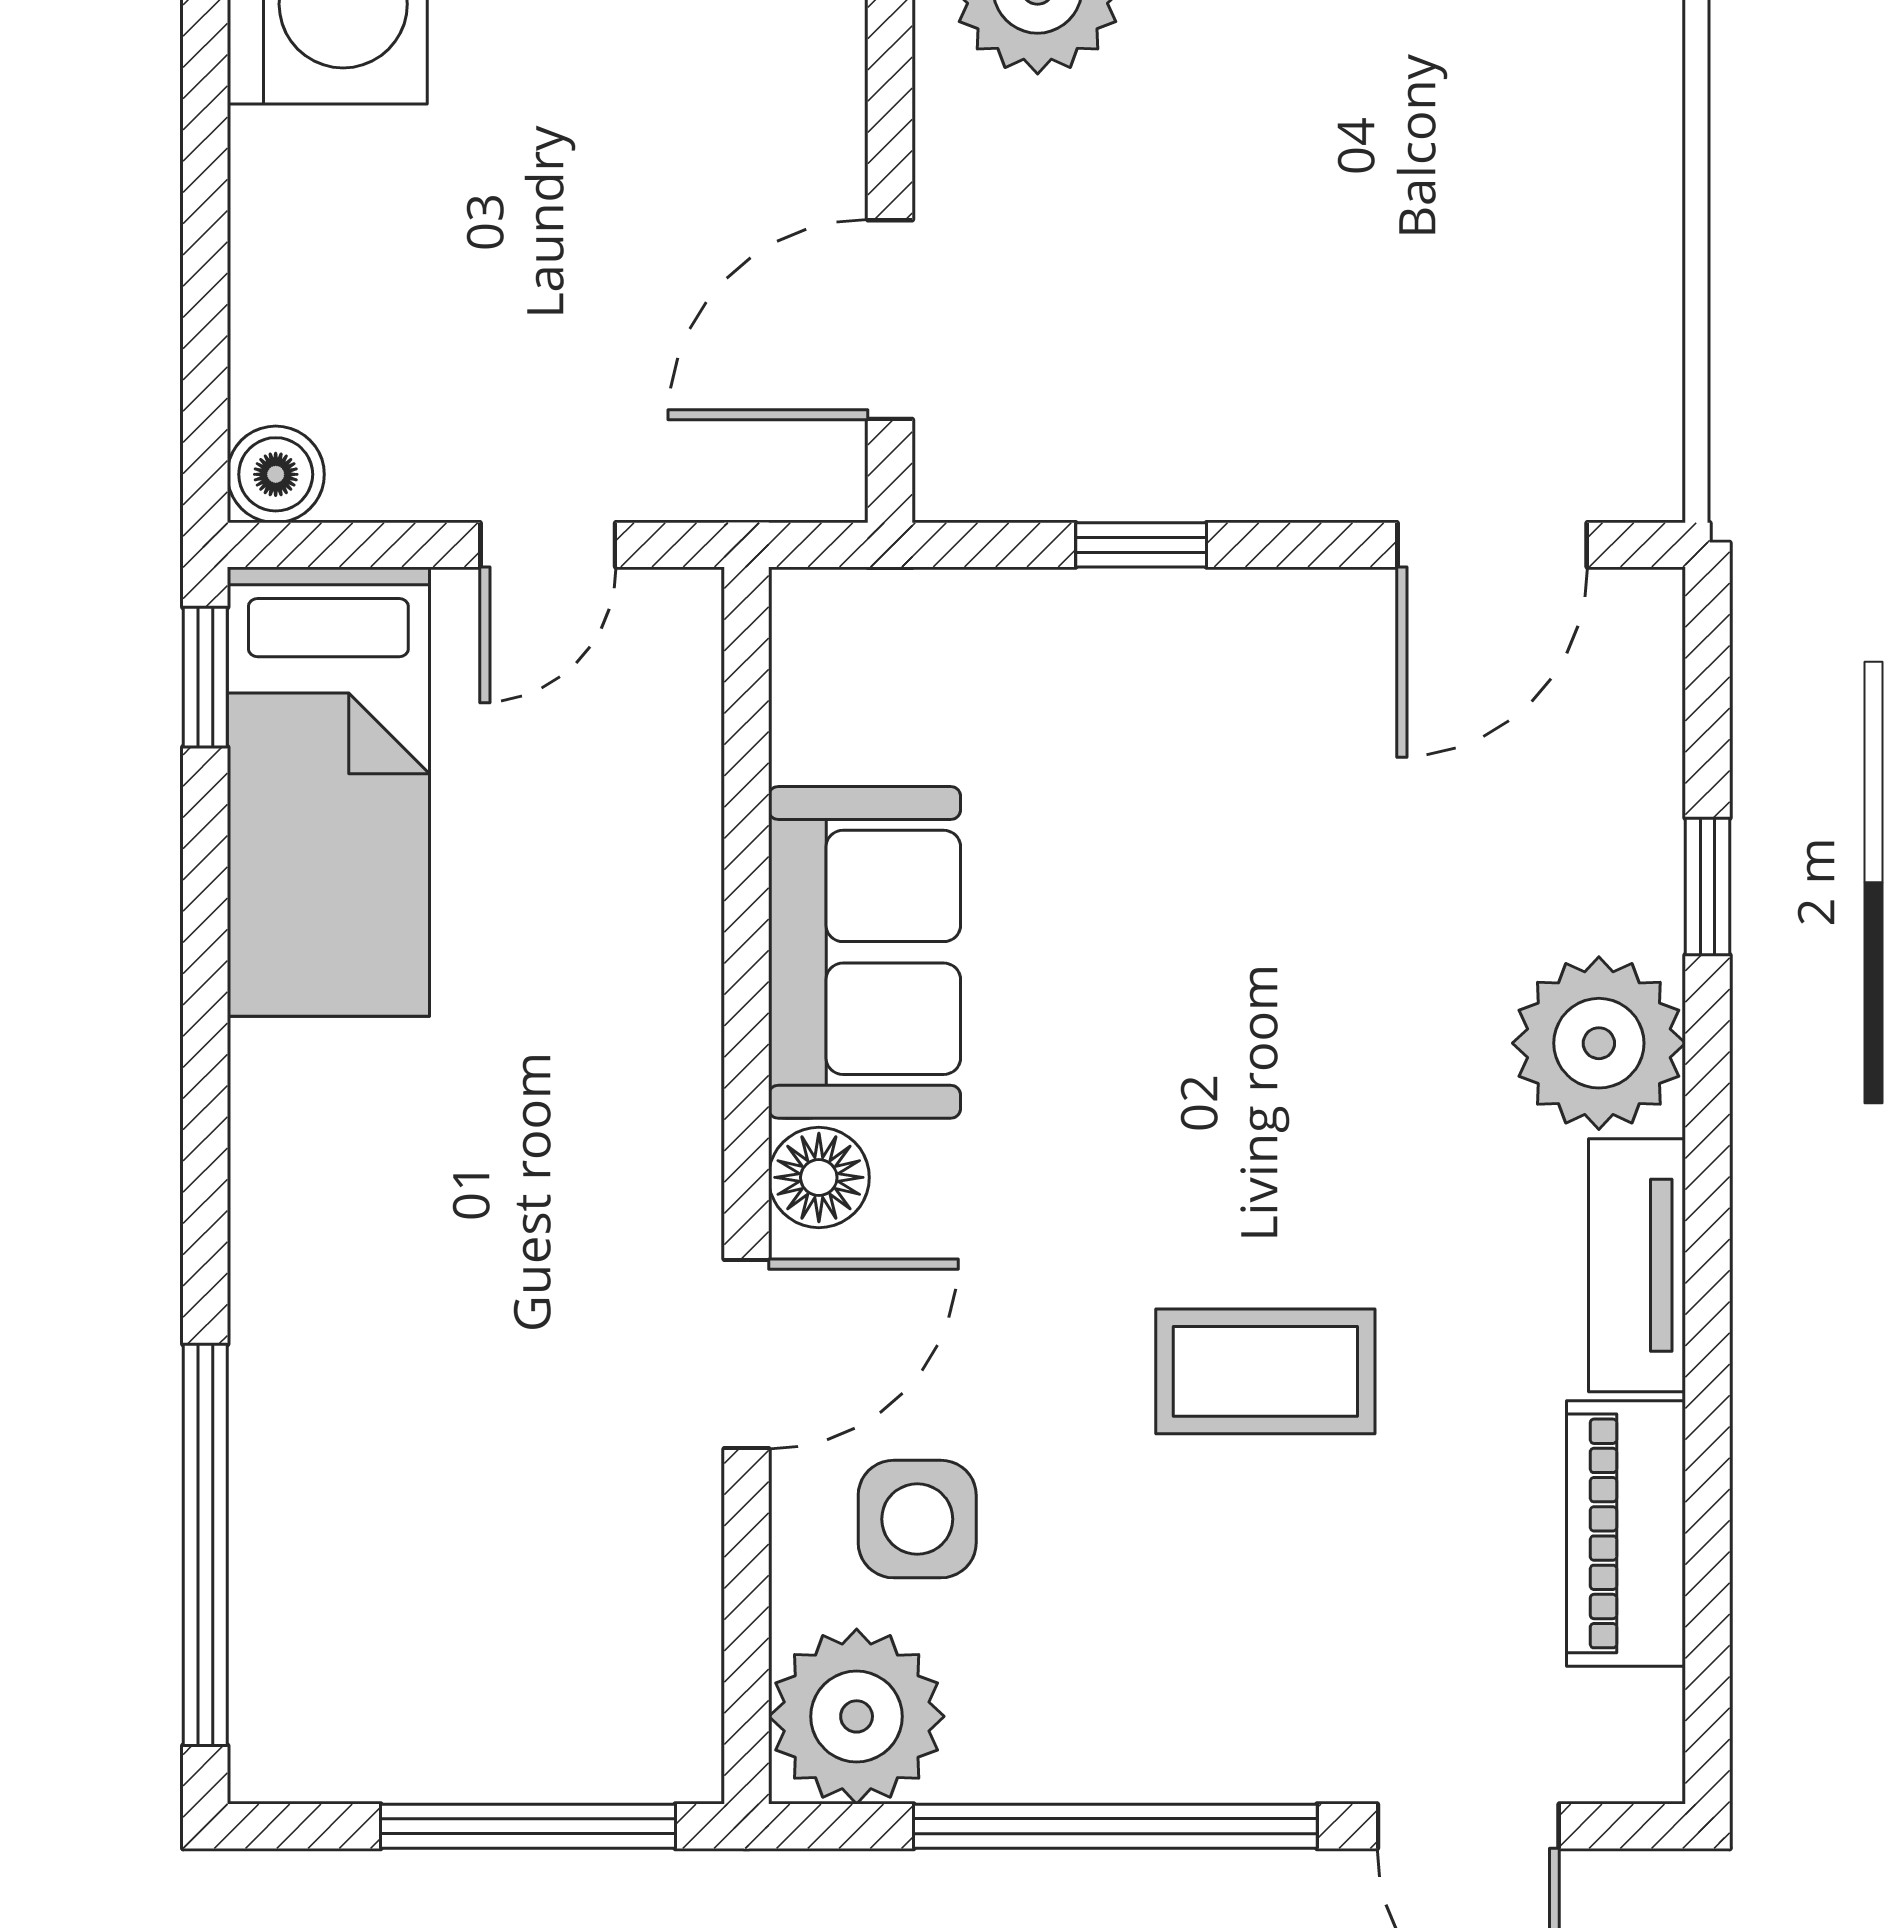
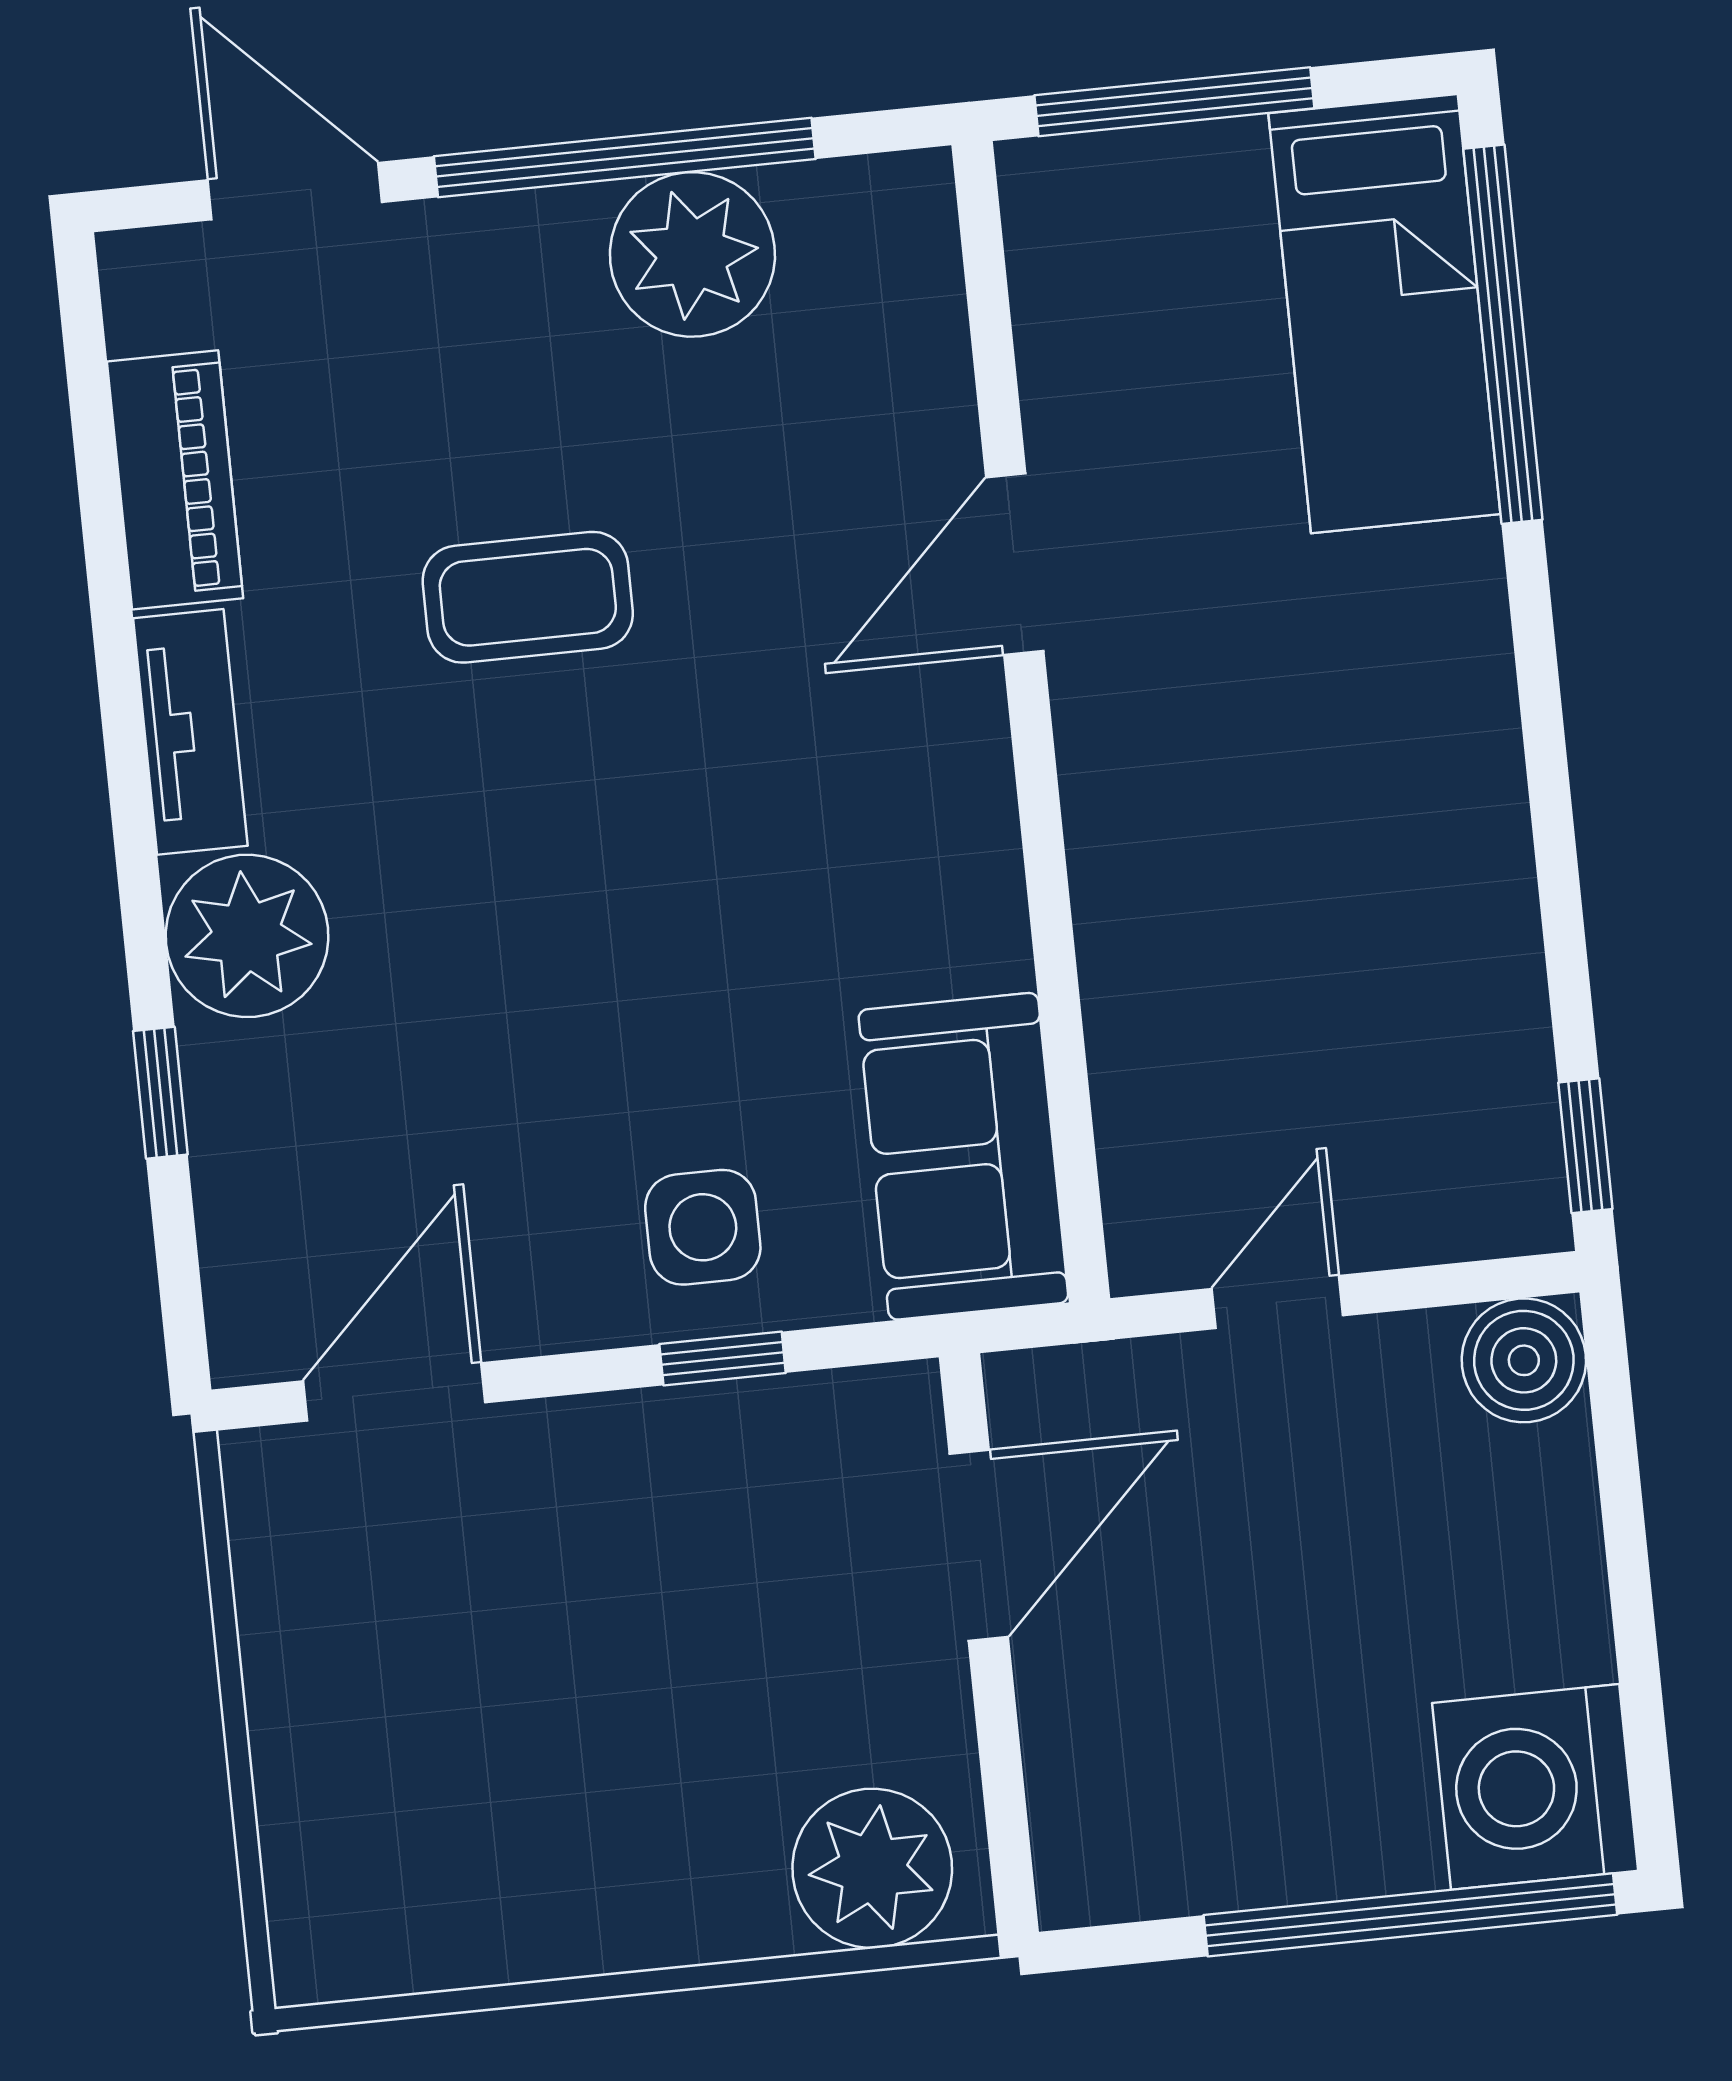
boiler: (276, 474) -> (1524, 1360), width x1.36, depth x1.36
bed: (328, 792) -> (1384, 314), moved, turned 180
sofa: (865, 952) -> (963, 1156), moved
floor lamp: (819, 1177) -> (964, 736), removed
side table: (917, 1519) -> (703, 1227), moved
plant: (857, 1716) -> (692, 254), moved

